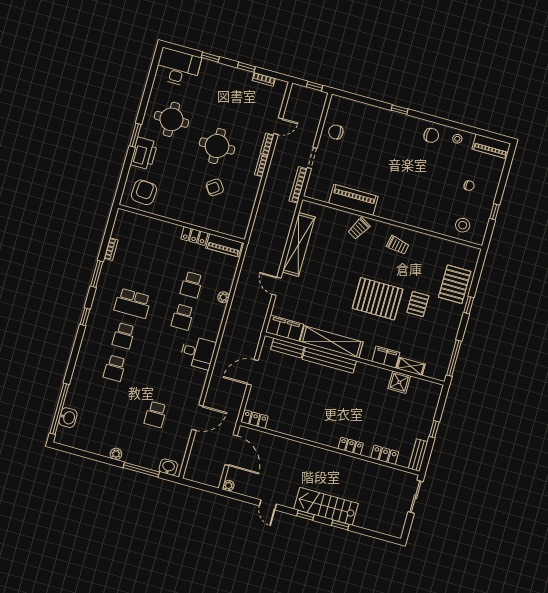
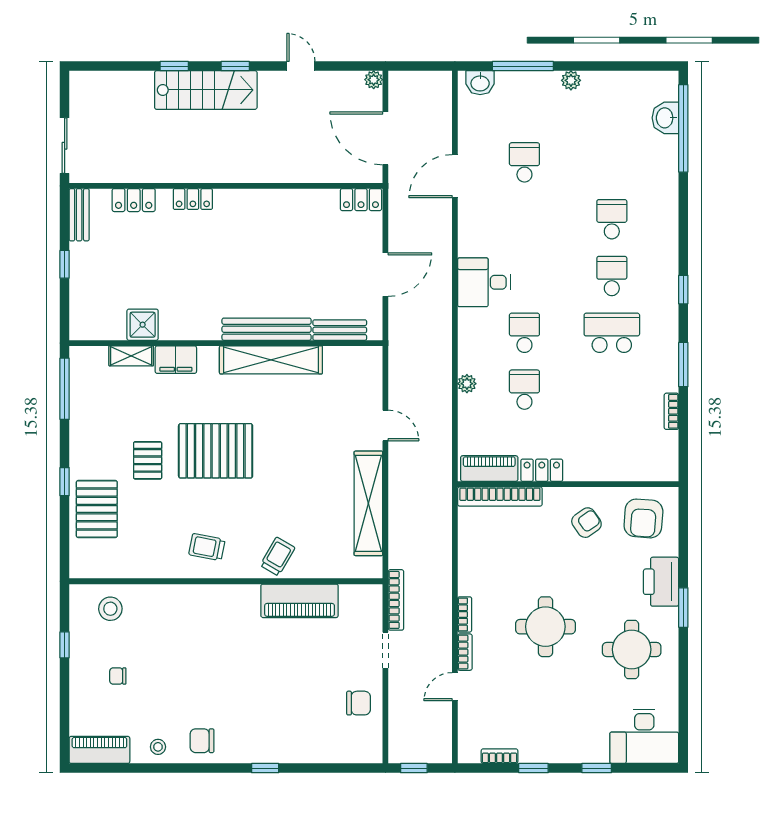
armchair: (215, 187) -> (586, 523), moved
bookcase: (222, 228) -> (500, 497), added
filing cabinet: (285, 328) -> (353, 361), removed

